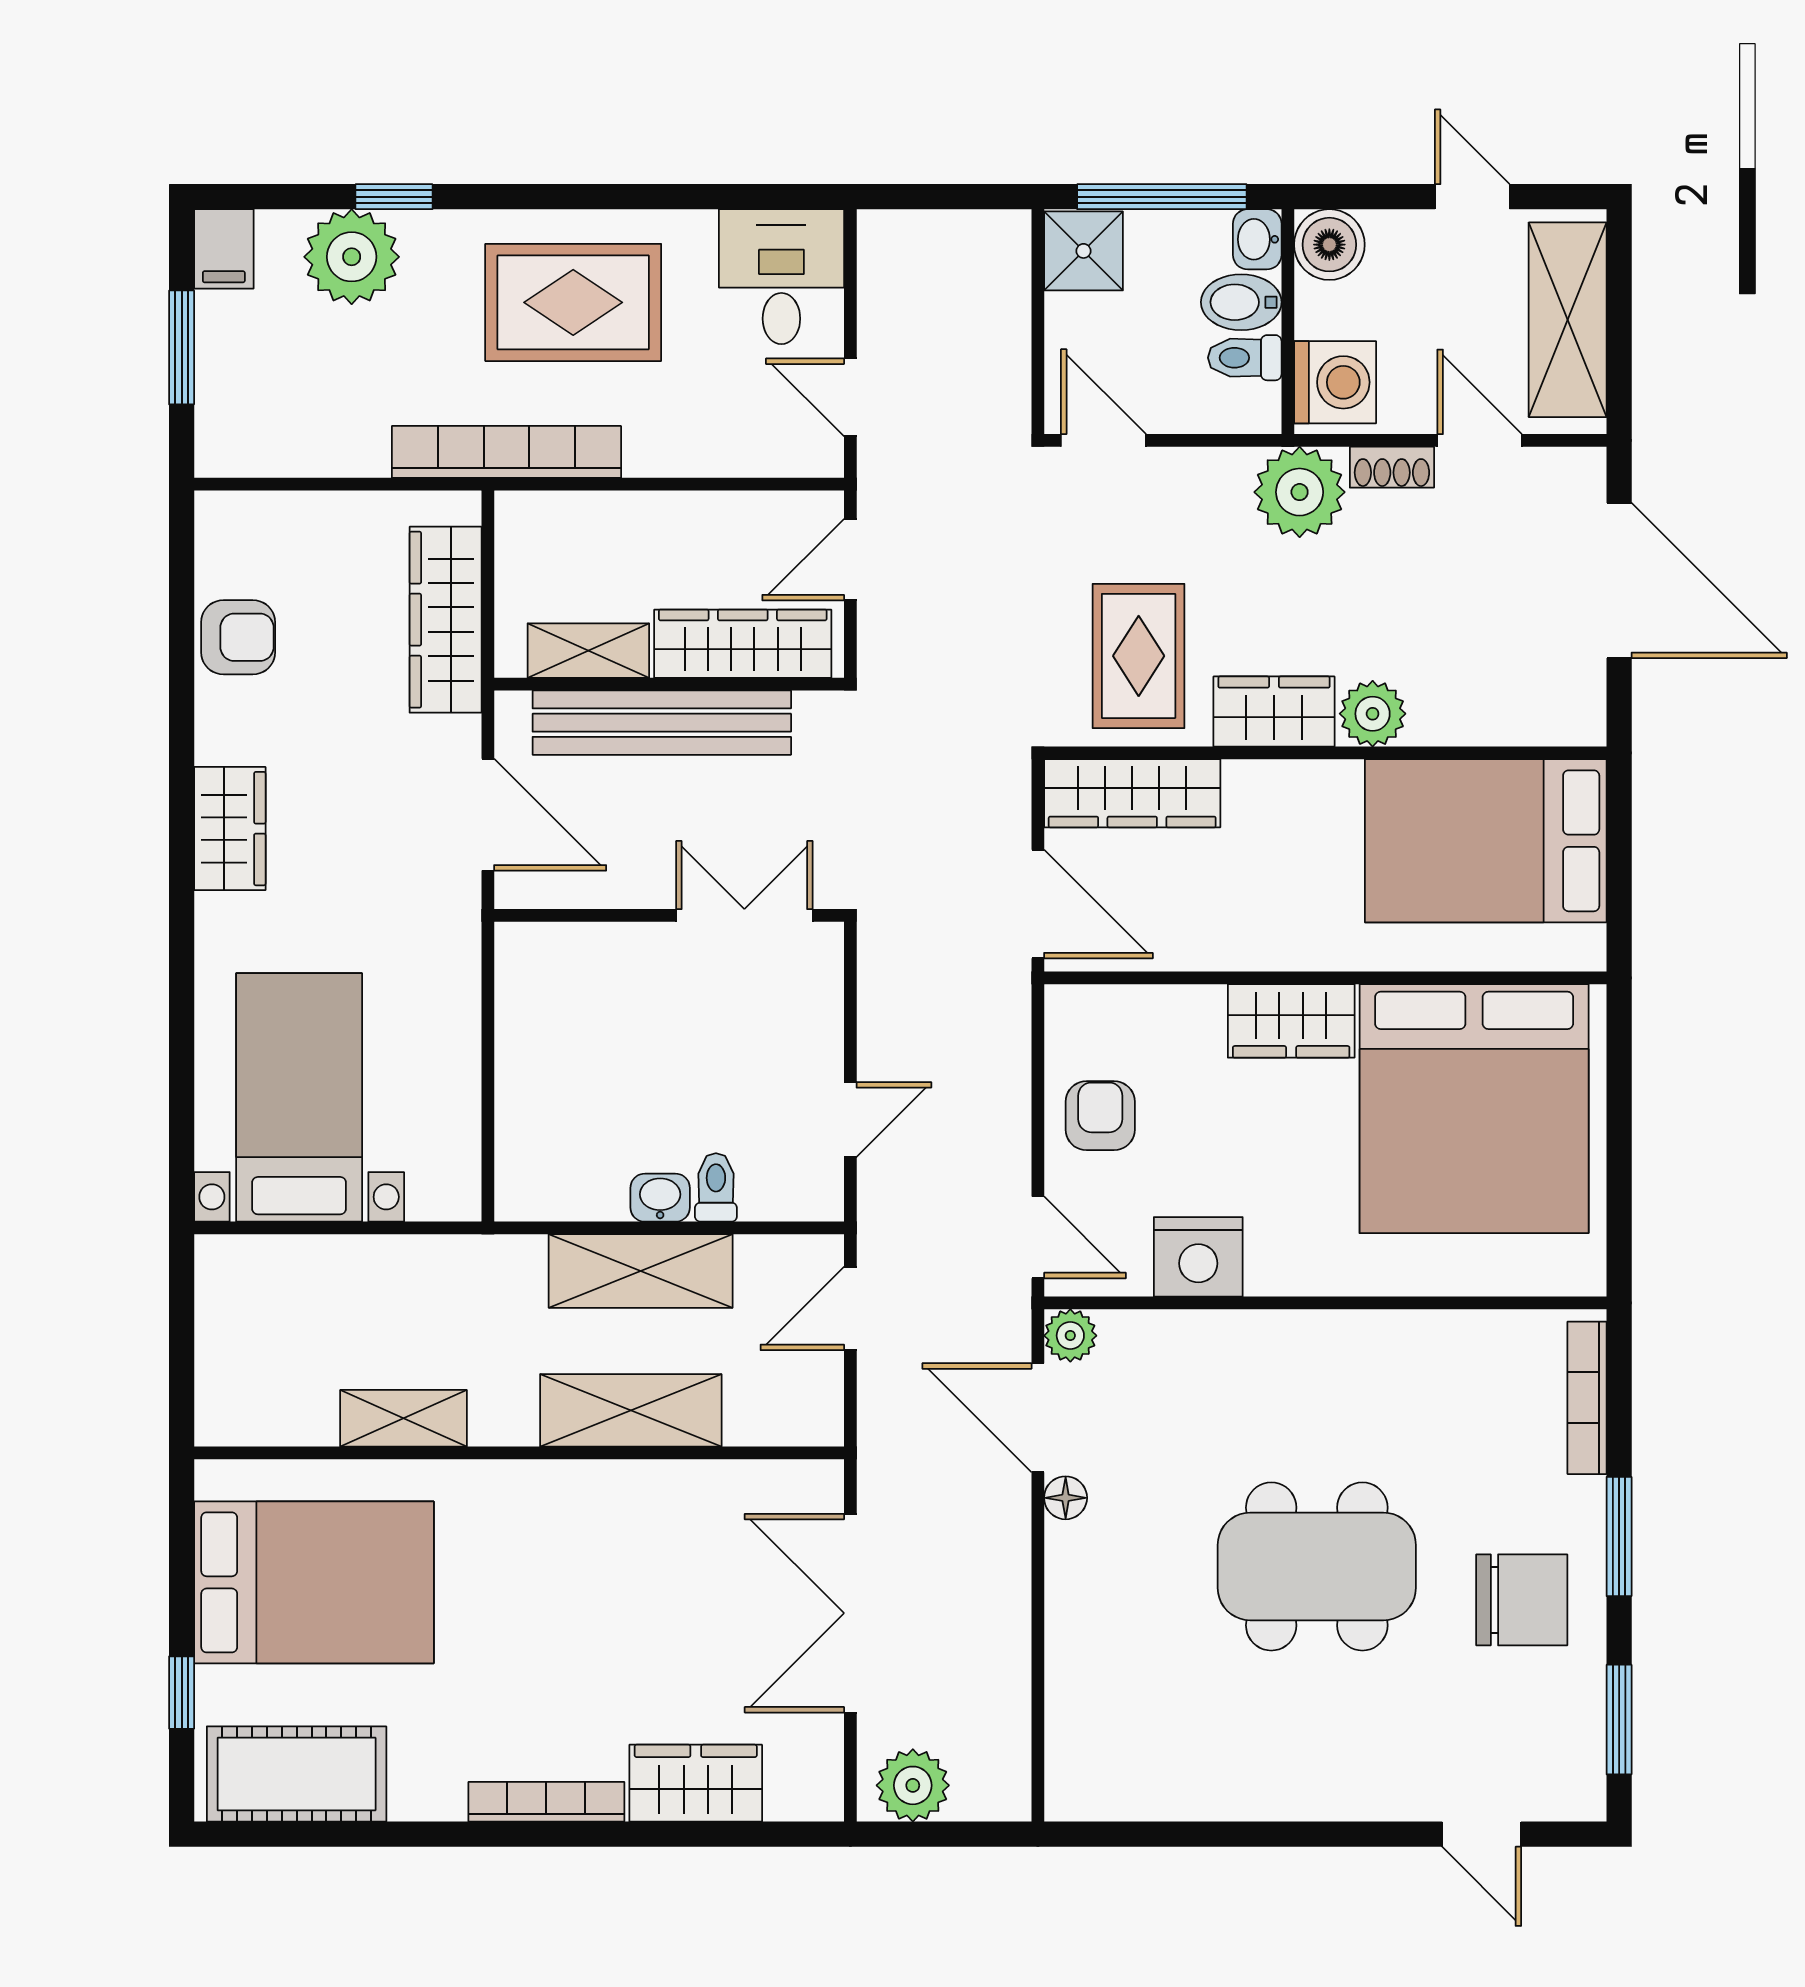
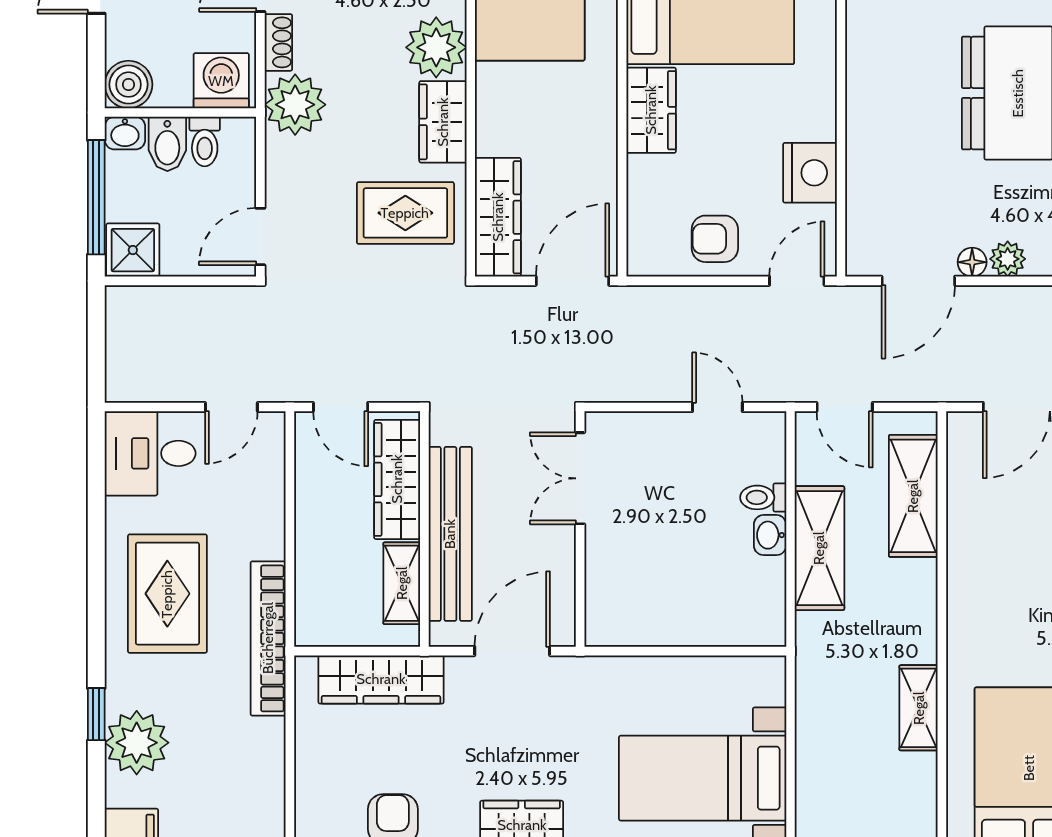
plant: (1373, 714) -> (436, 47), width x1.36, depth x1.36
plant: (1070, 1336) -> (1008, 259), moved
shelving: (631, 1410) -> (913, 496), moved

